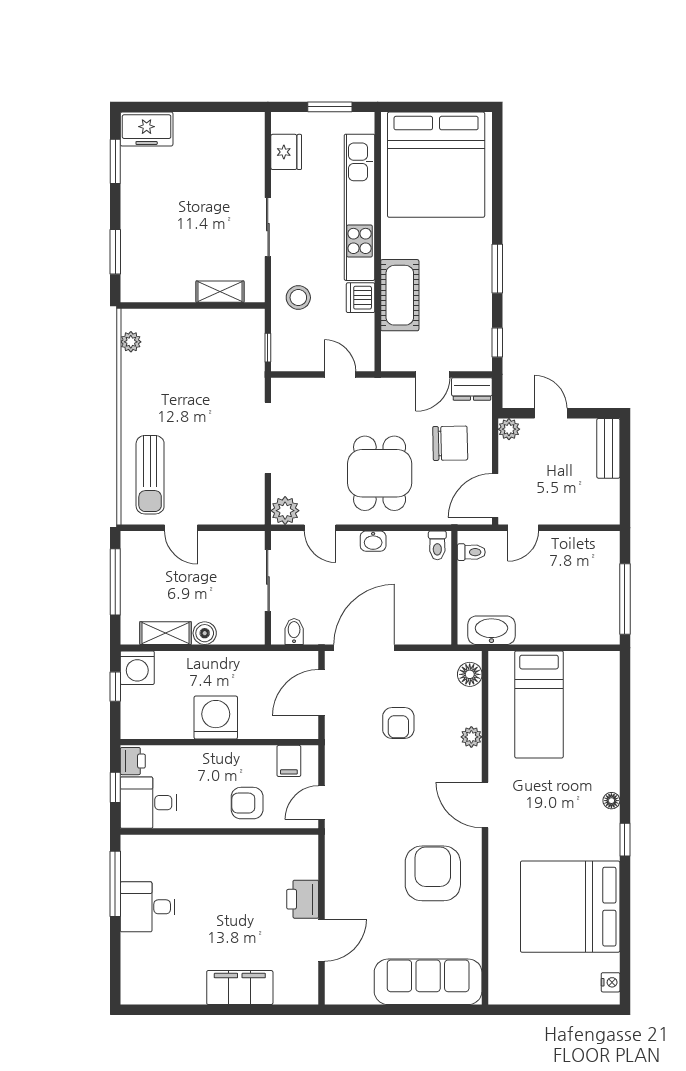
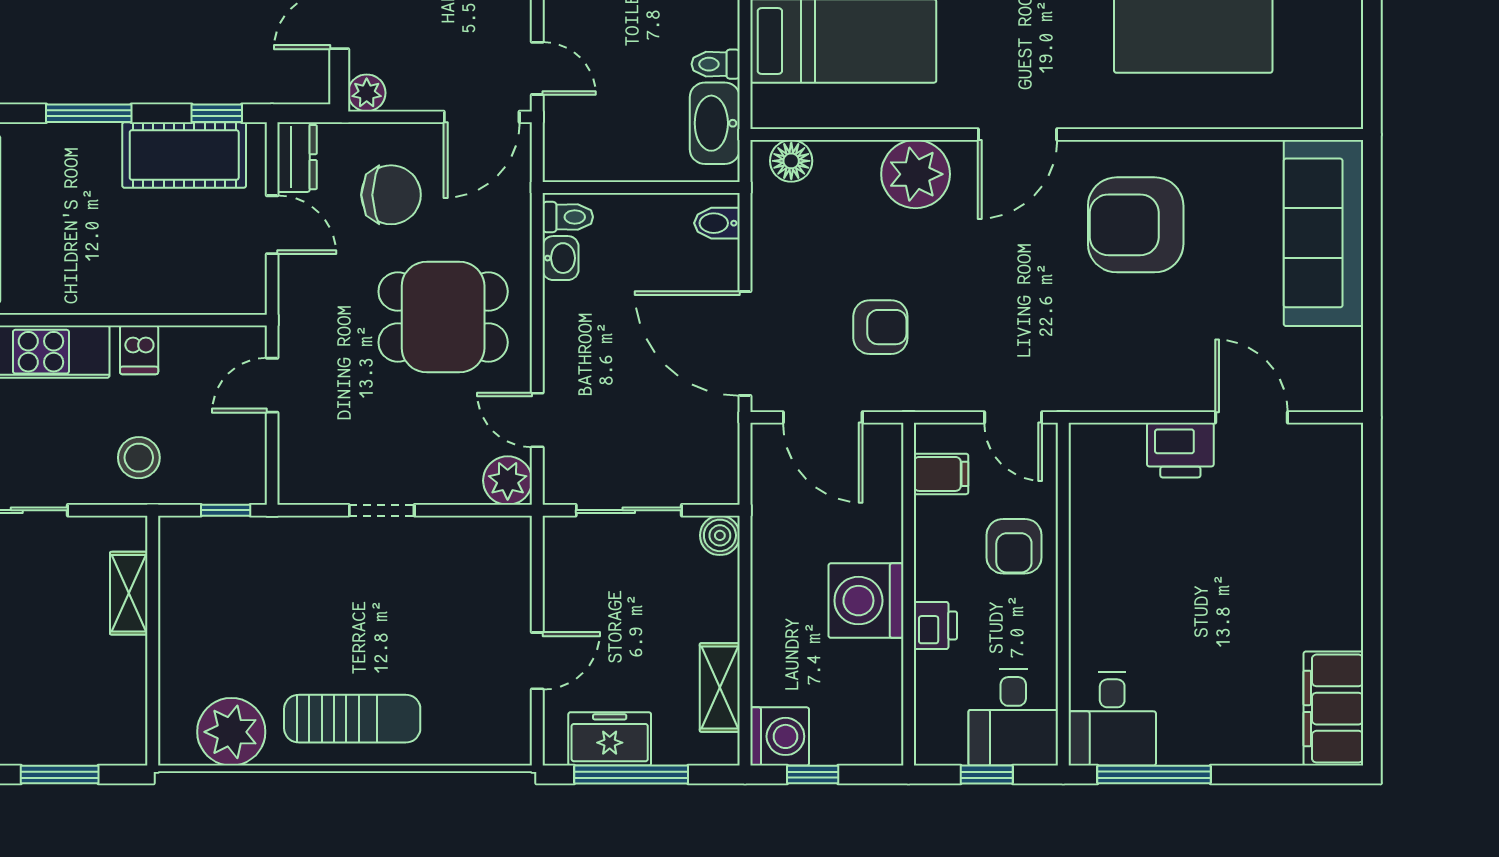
cot: (400, 295) -> (184, 155), moved
dishwasher: (361, 298) -> (139, 350), width x0.73
plant: (131, 342) -> (231, 732), width x1.88, depth x1.88
doorway: (268, 438) -> (382, 510), width x0.53
chair: (450, 443) -> (391, 195), turned 91
sun lounger: (150, 475) -> (352, 719), moved
door: (495, 496) -> (482, 117), hinge flipped
door: (320, 528) -> (537, 420), swing flipped
washbasin: (373, 541) -> (560, 258), moved
toilet: (471, 552) -> (716, 64), moved, turned -90
freezer: (136, 570) -> (610, 739), added
bidet: (294, 631) -> (717, 223), moved
boiler: (205, 633) -> (720, 535), moved
armchair: (398, 723) -> (880, 327), moved
plant: (471, 737) -> (916, 174), width x1.87, depth x1.87
printer: (133, 761) -> (935, 625), moved, turned 90
desk: (147, 907) -> (1112, 719), moved
filing cabinet: (240, 988) -> (1333, 709), moved

